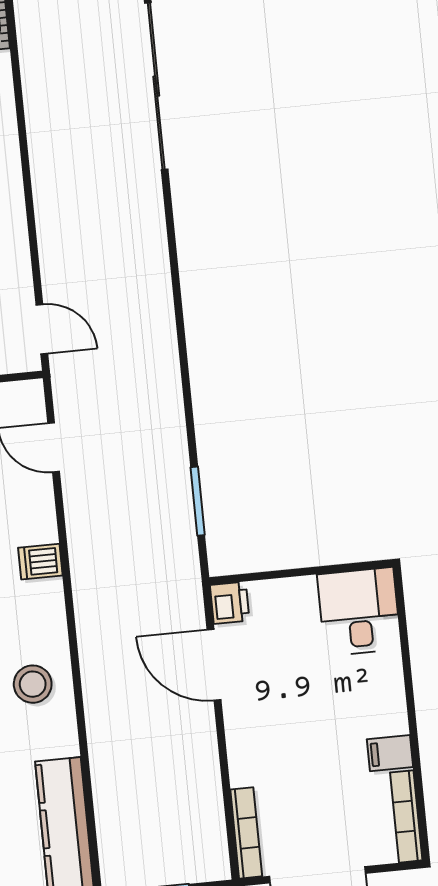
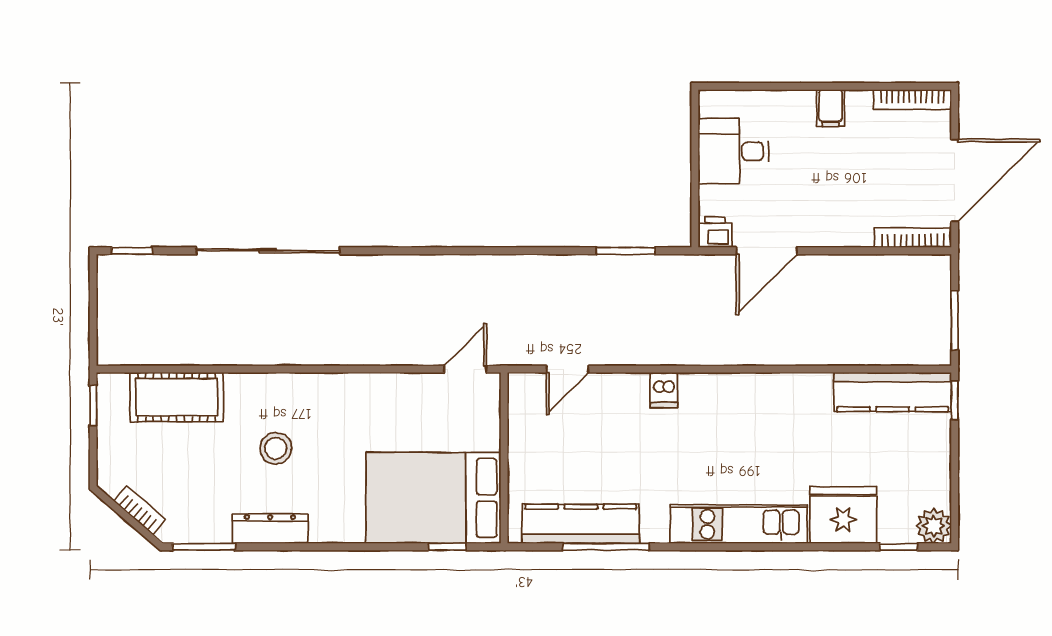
desk: (359, 612) -> (734, 151), moved
stool: (33, 684) -> (768, 407), removed
filing cabinet: (390, 753) -> (830, 108), moved

